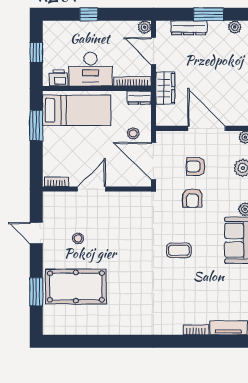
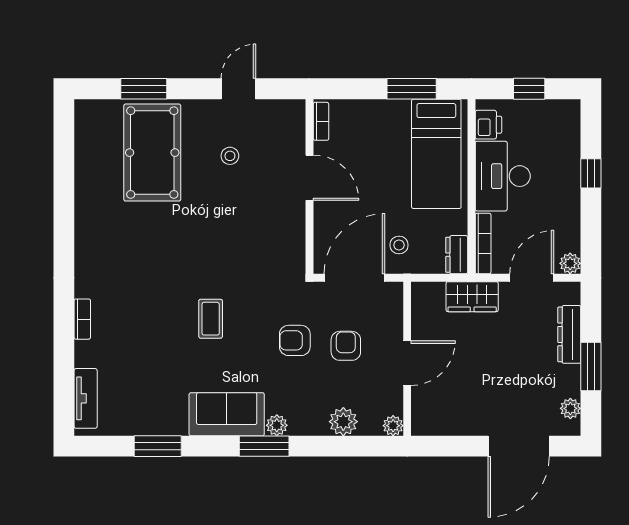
door: (207, 128) -> (407, 363), width x0.73
bookcase: (196, 330) -> (82, 319), moved

